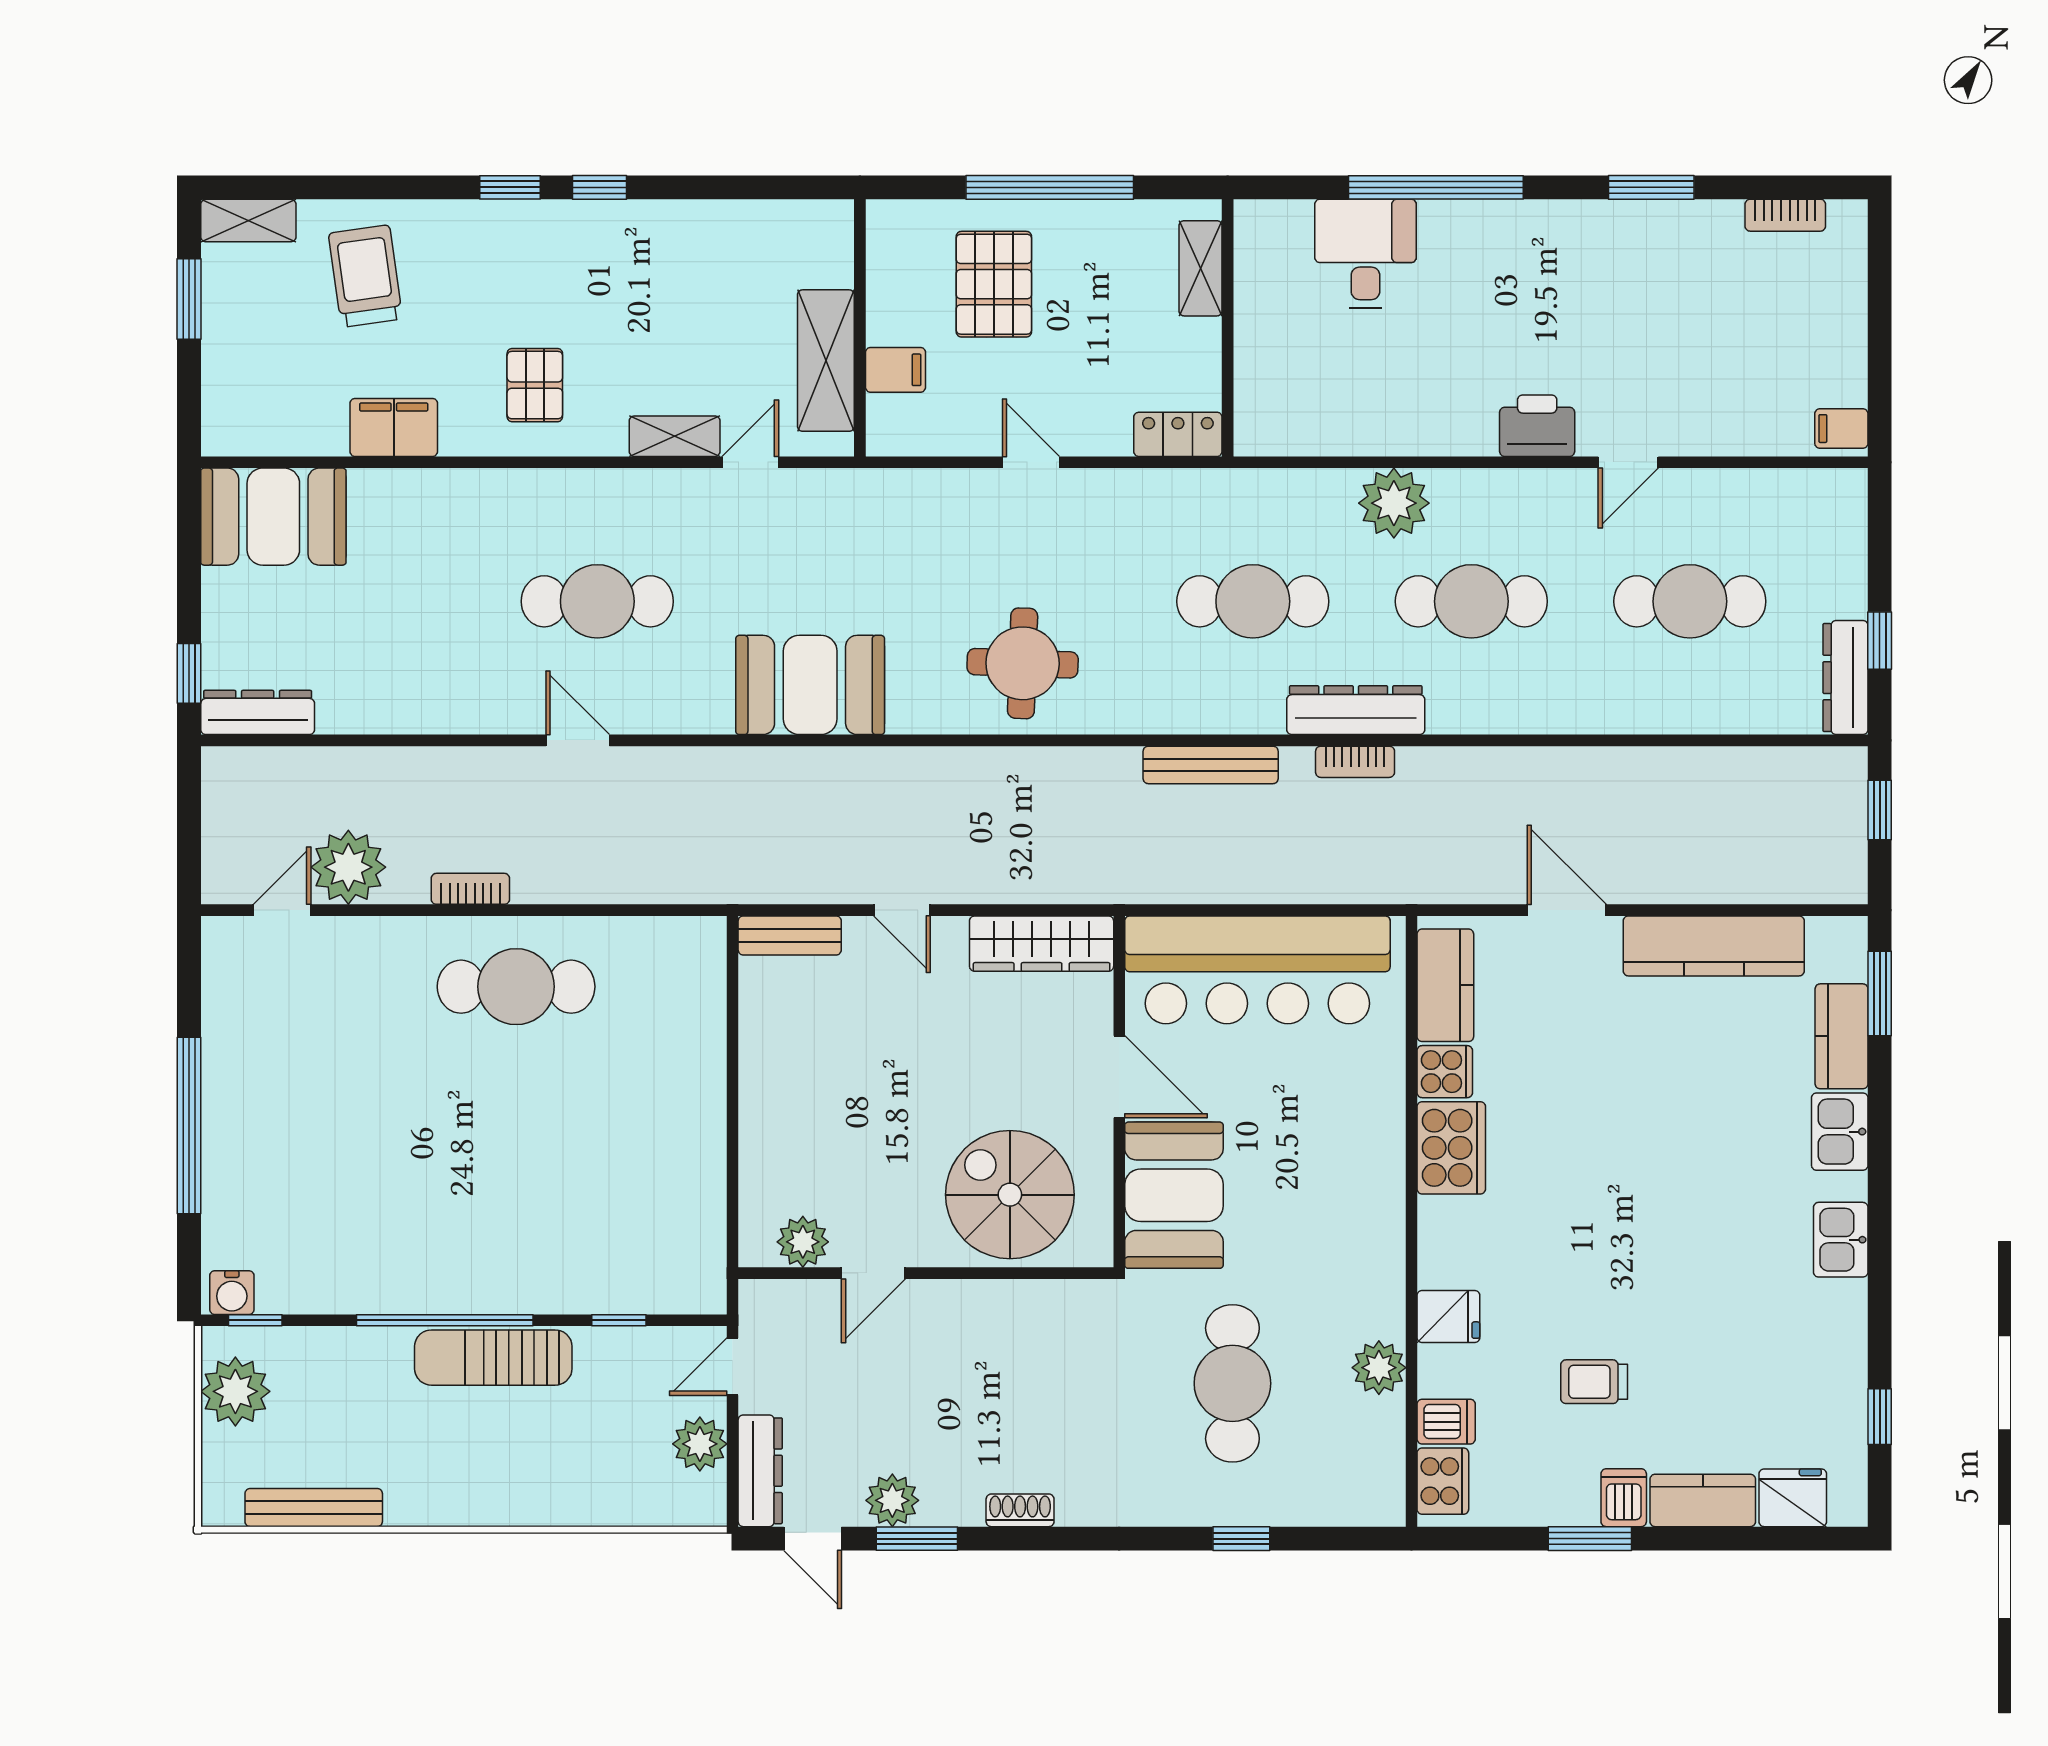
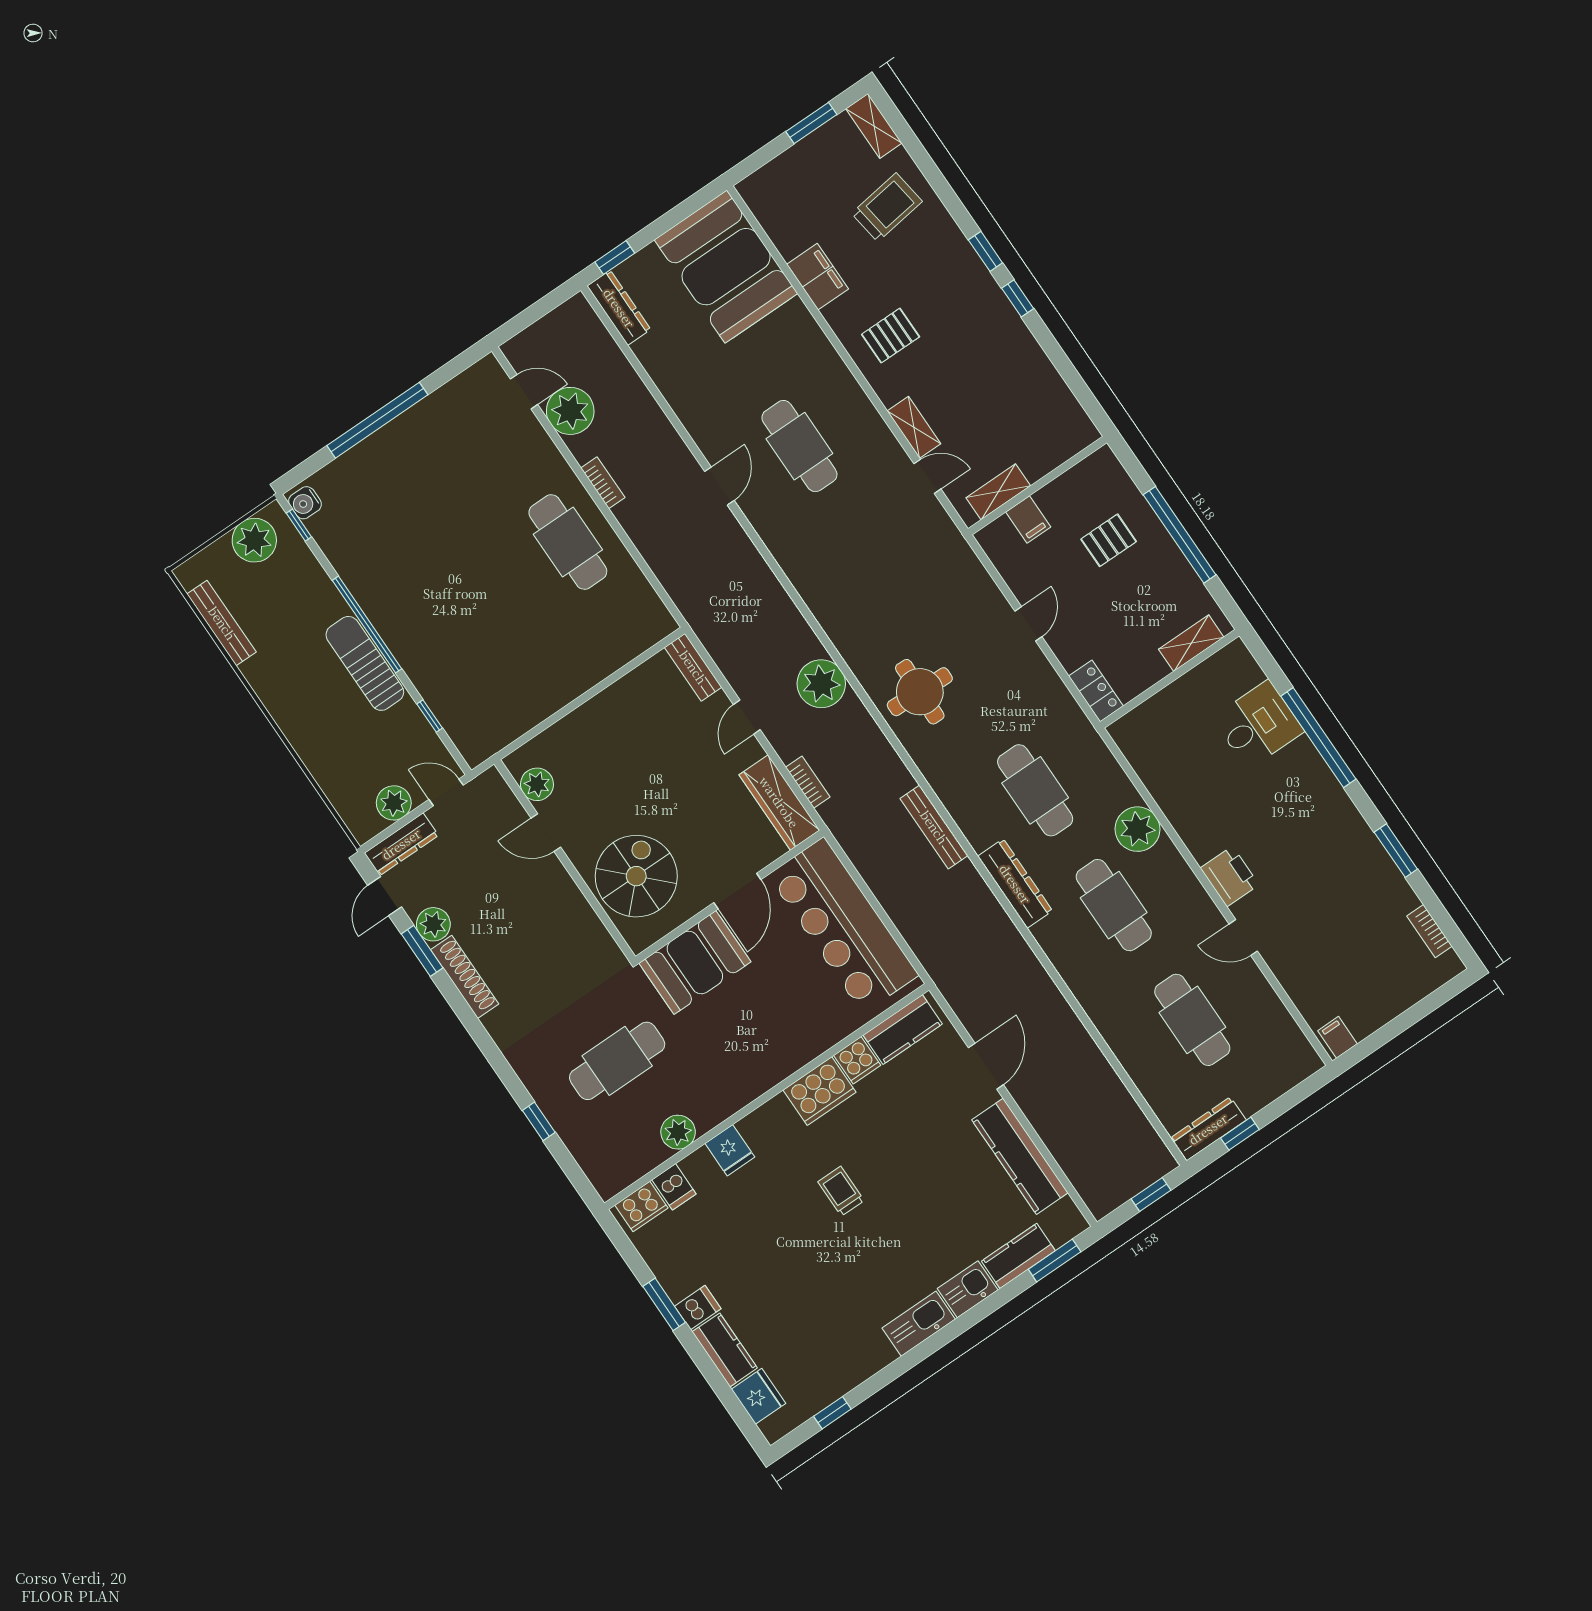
pallet: (994, 284) -> (1109, 540), width x0.67, depth x0.71
shelving: (826, 361) -> (998, 492), width x0.67, depth x0.75
booth: (273, 517) -> (726, 267), width x1.36, depth x1.42
booth: (810, 685) -> (832, 588), removed
bookcase: (1355, 762) -> (808, 782), moved, turned 180
plant: (925, 784) -> (821, 684), added
kitchen sink: (1841, 1240) -> (919, 1324), width x1.38
trolley: (1594, 1382) -> (841, 1191), moved
shoe rack: (1020, 1510) -> (465, 977), width x1.94, depth x1.24

